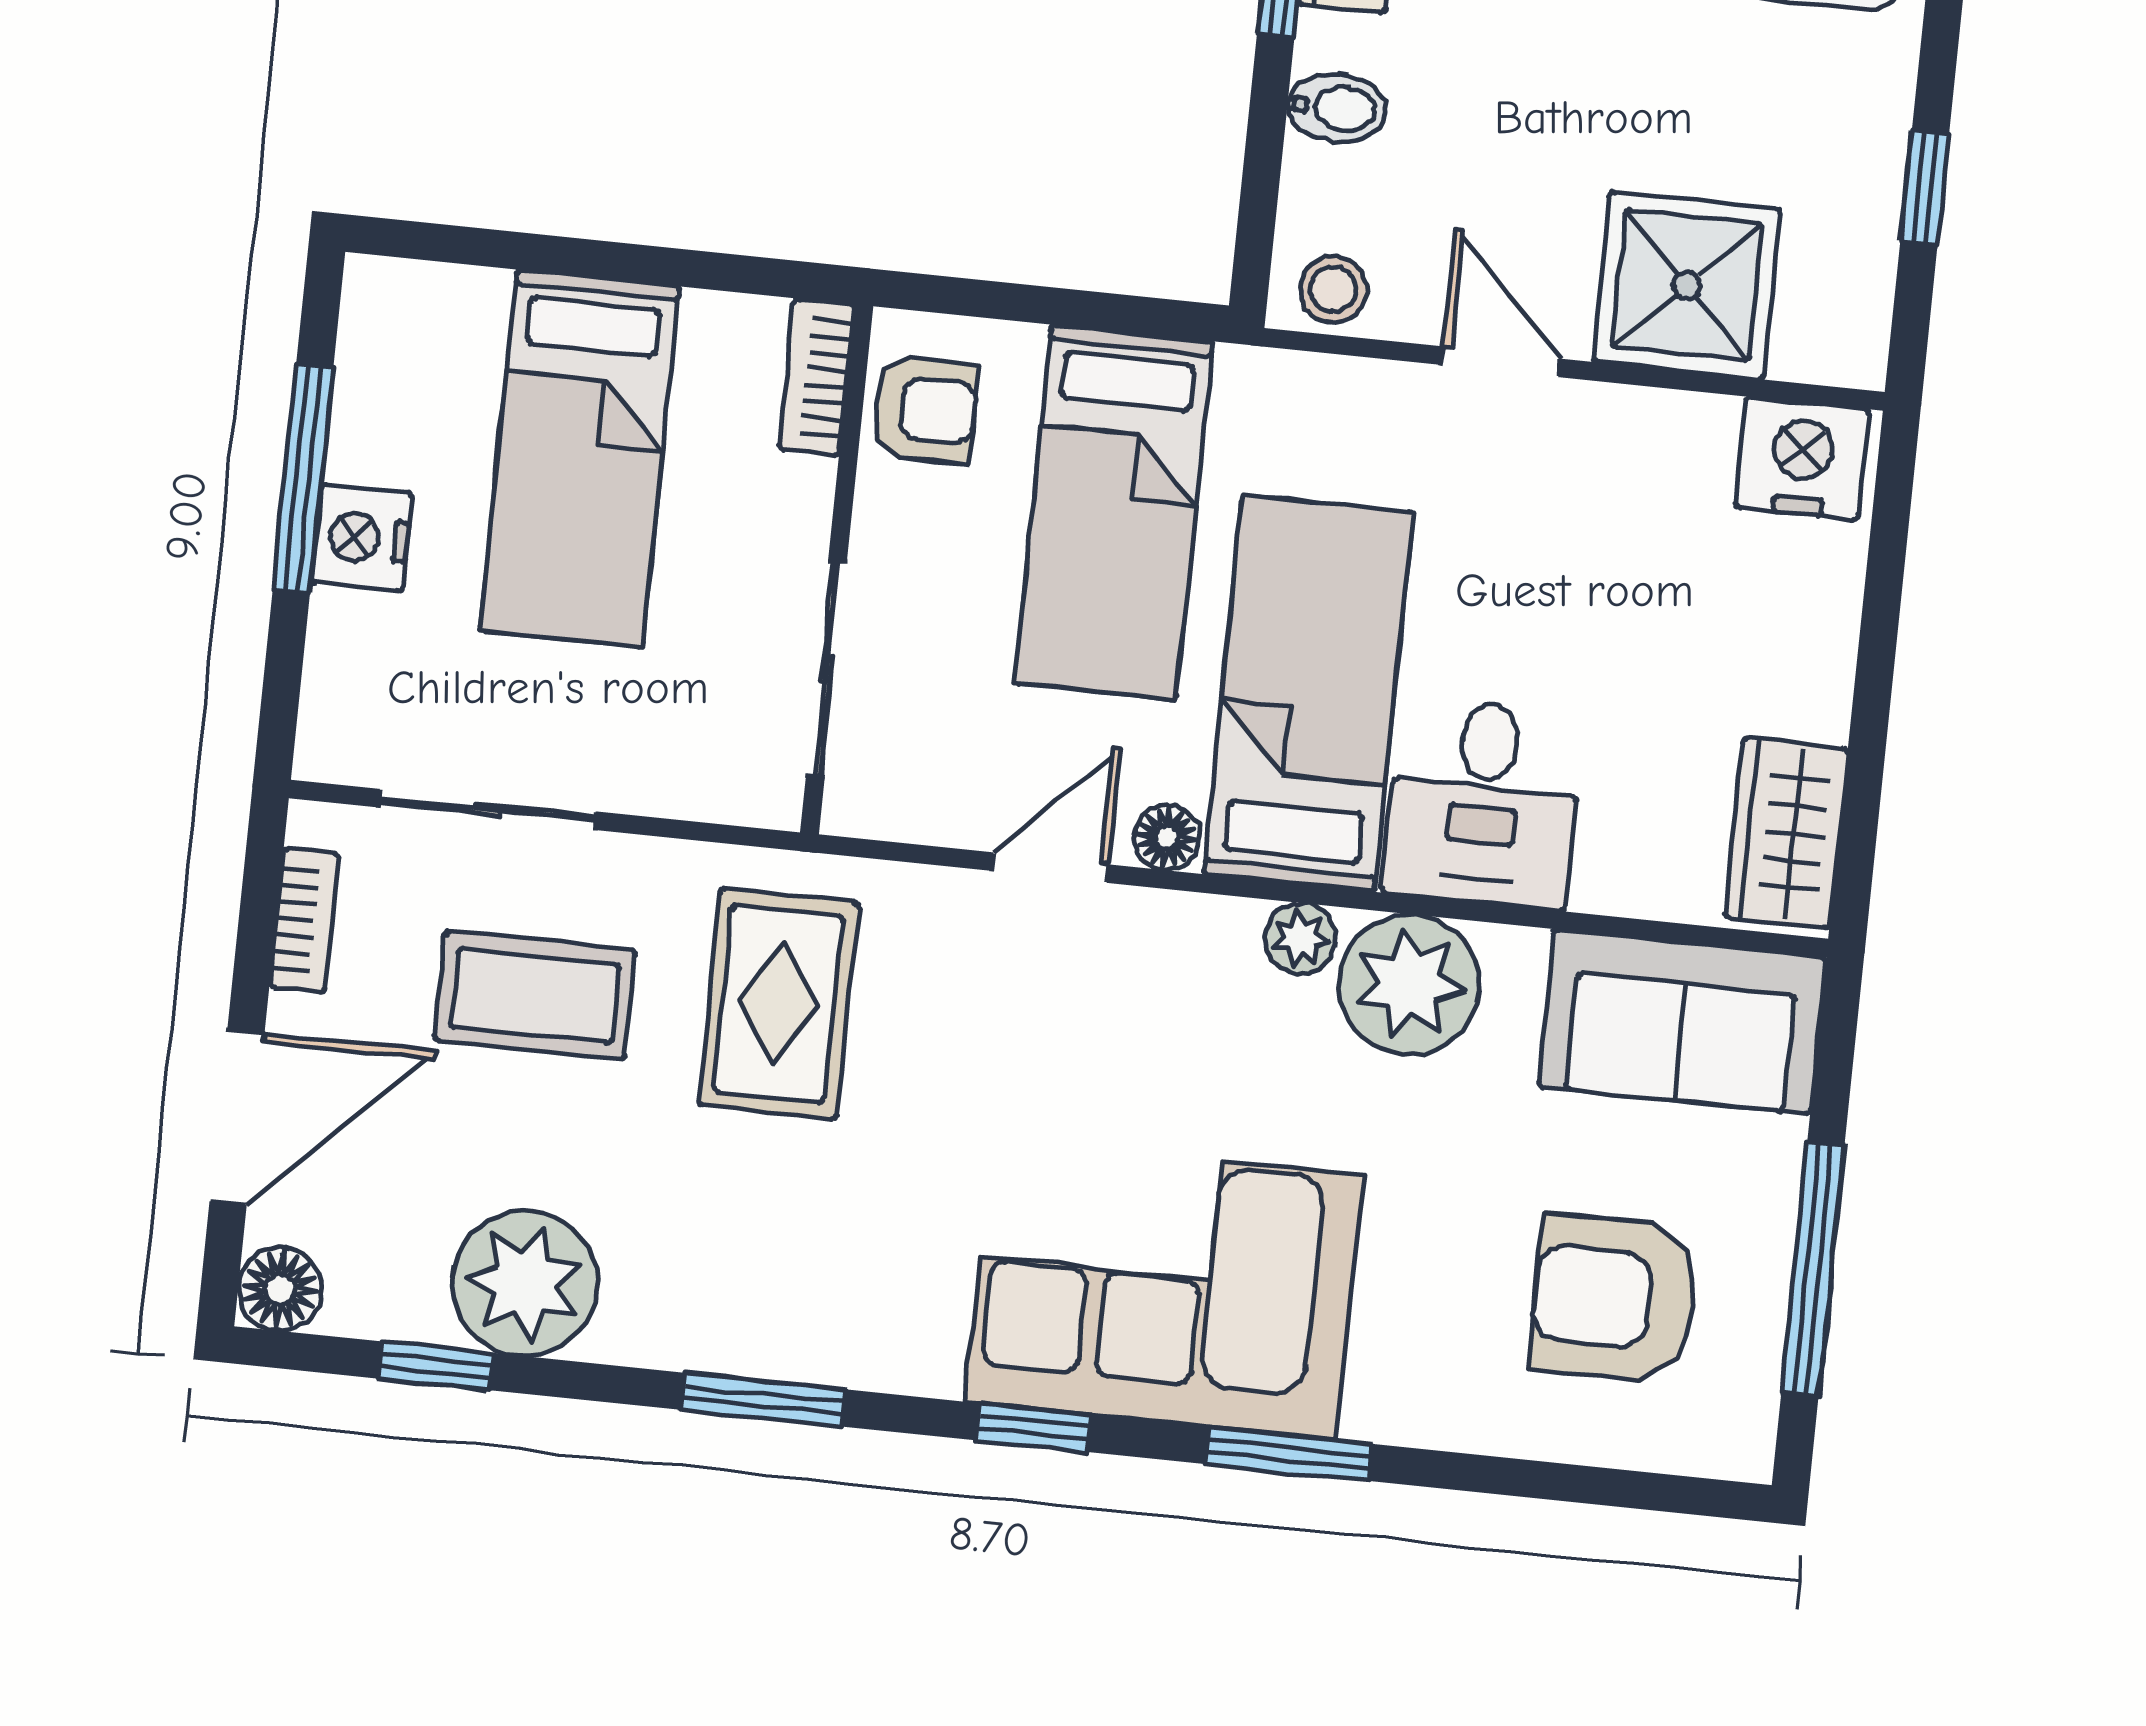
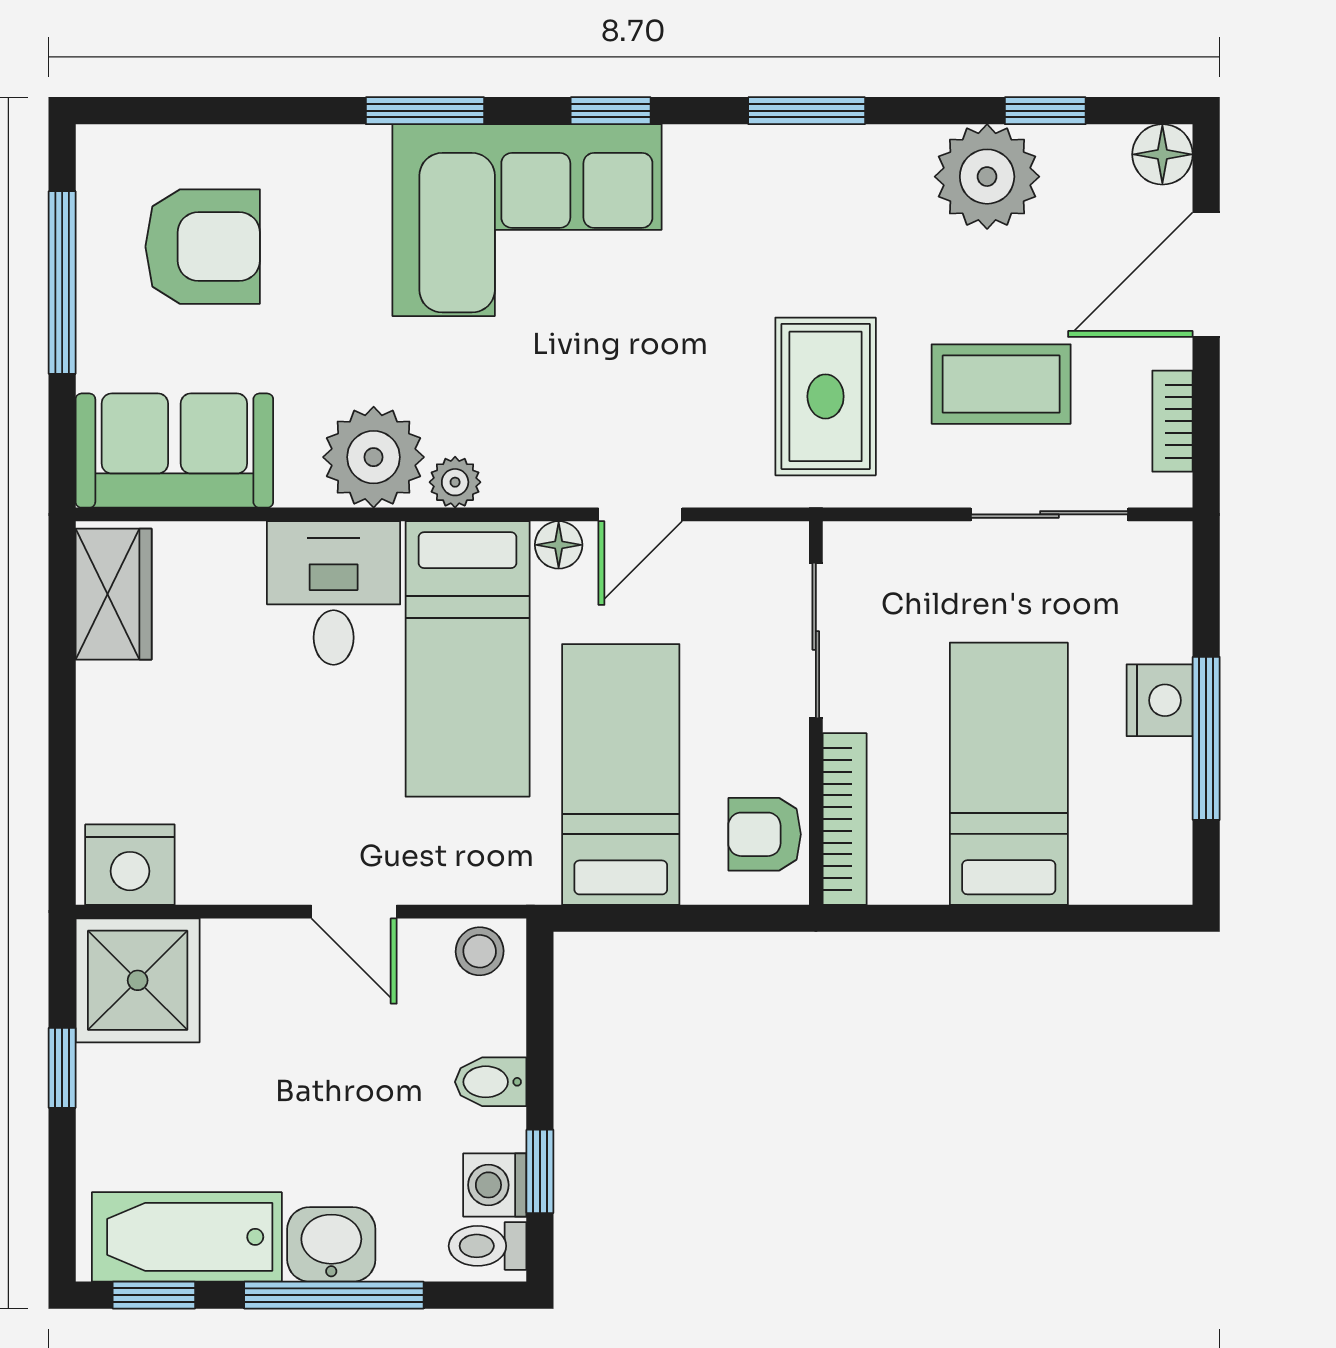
shower: (1687, 285) -> (138, 980), moved
bookcase: (817, 377) -> (845, 819), width x1.56

